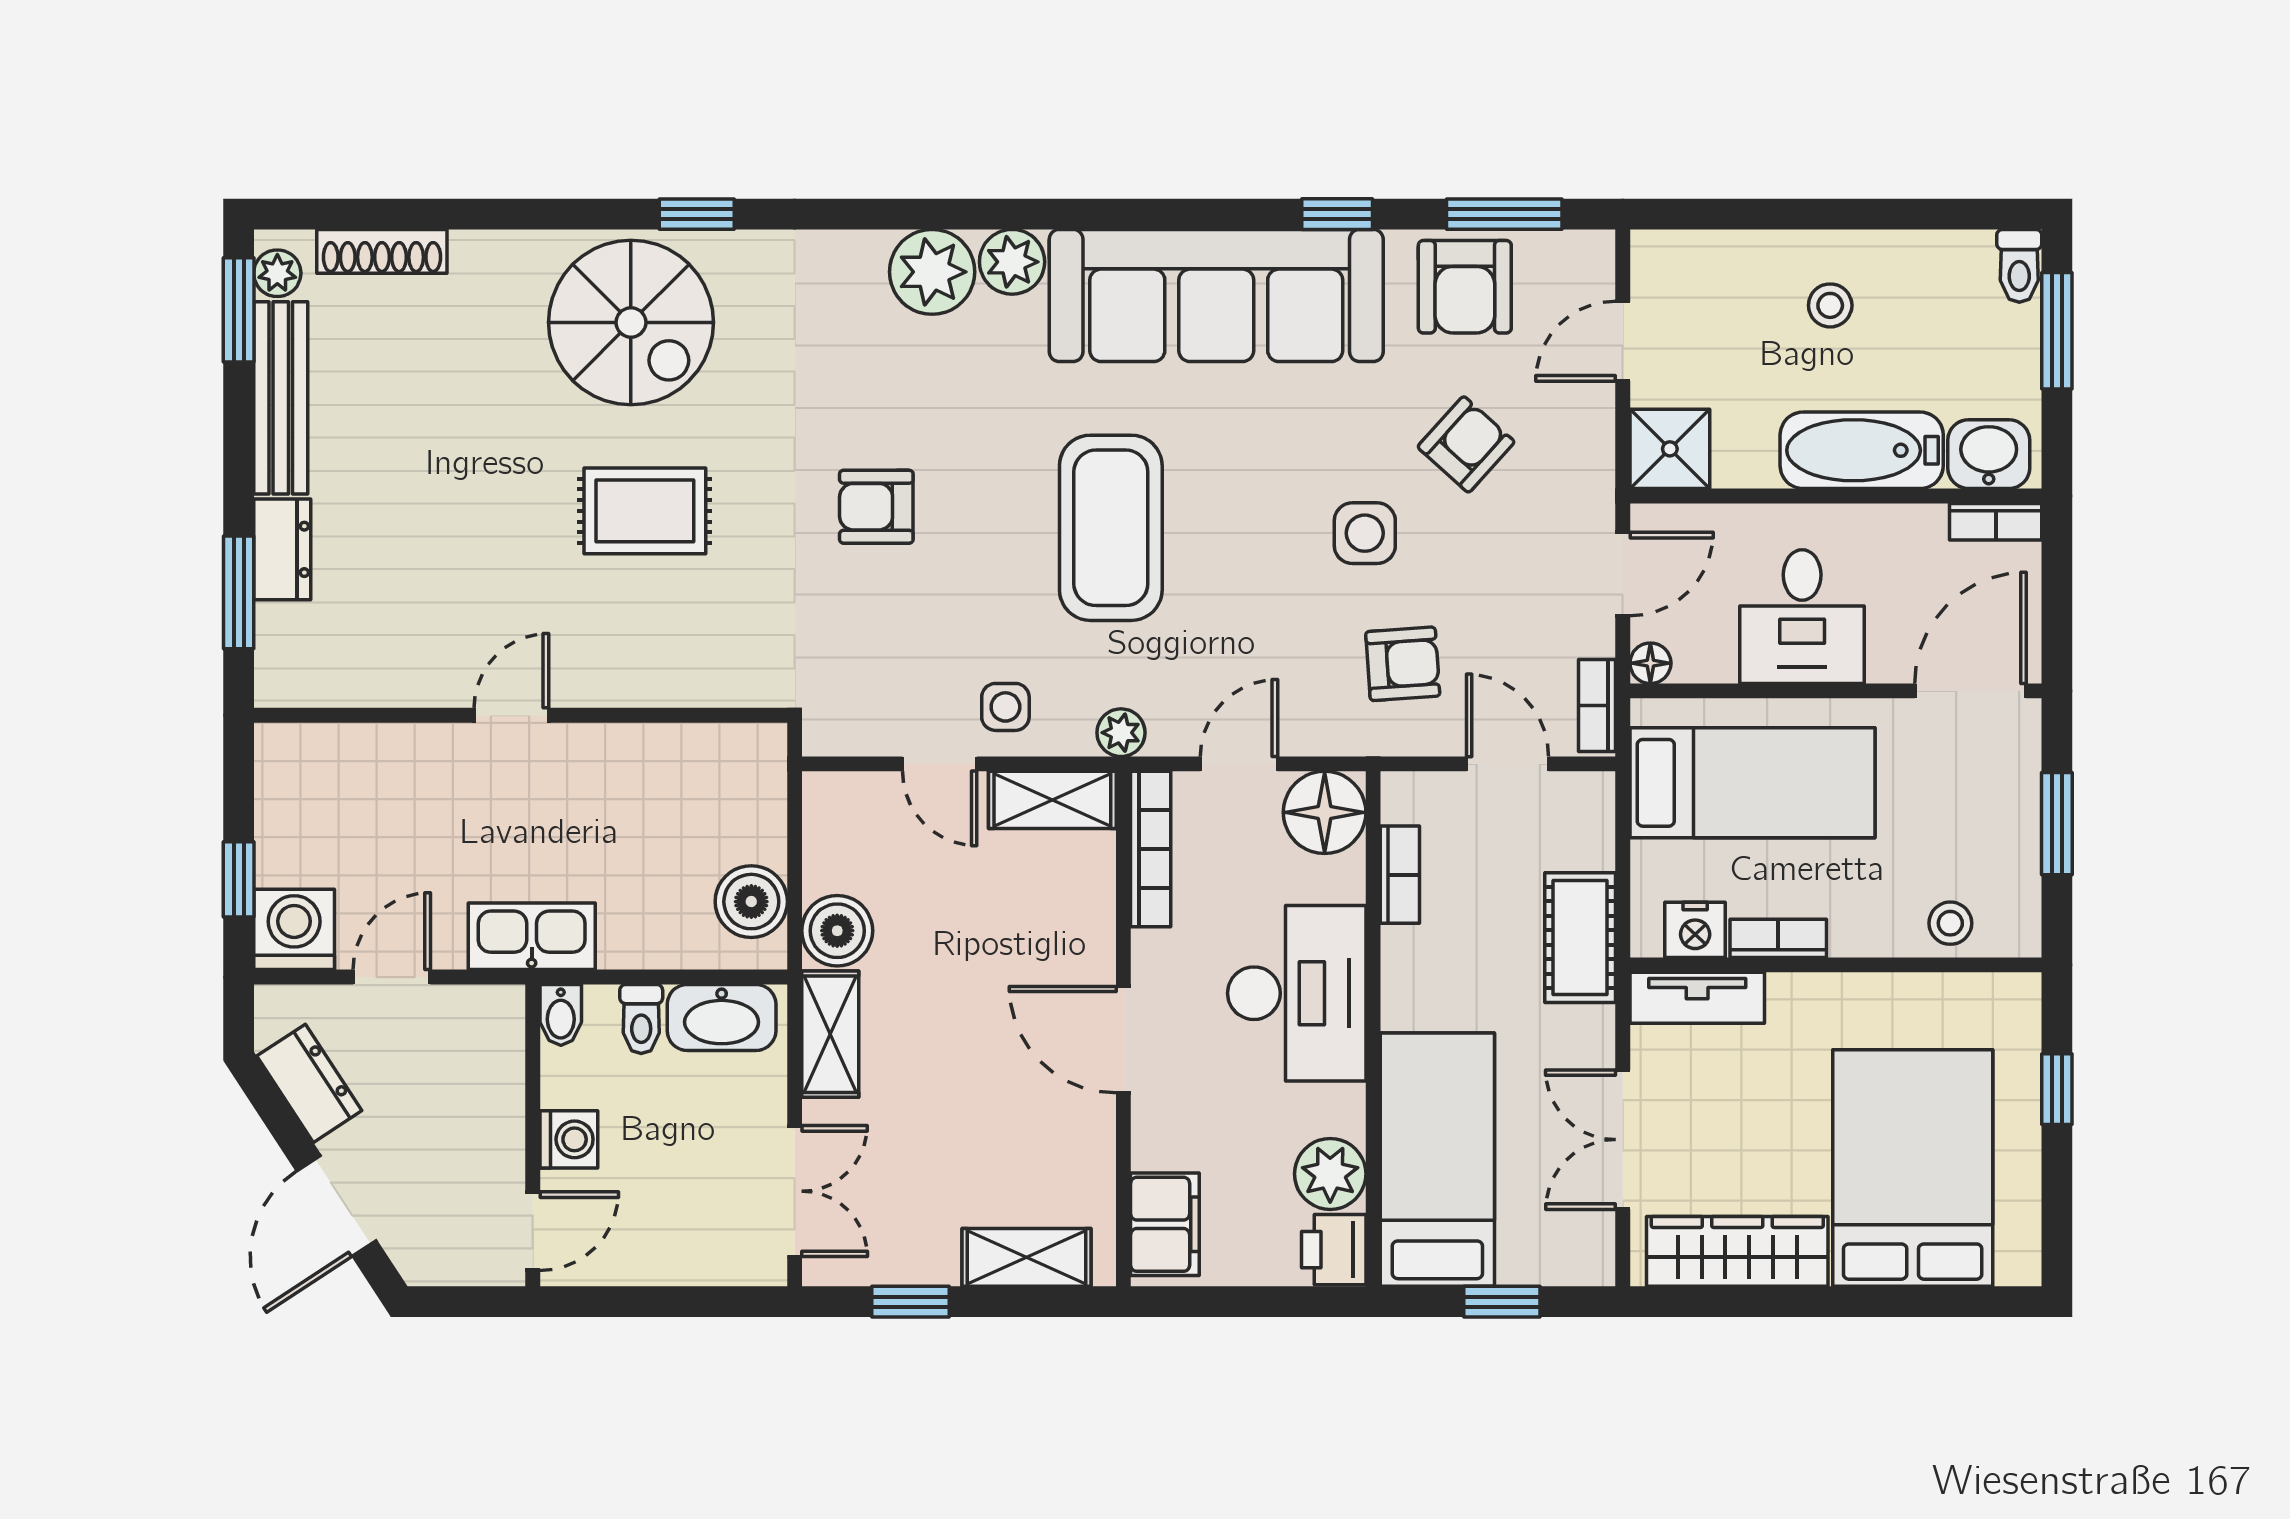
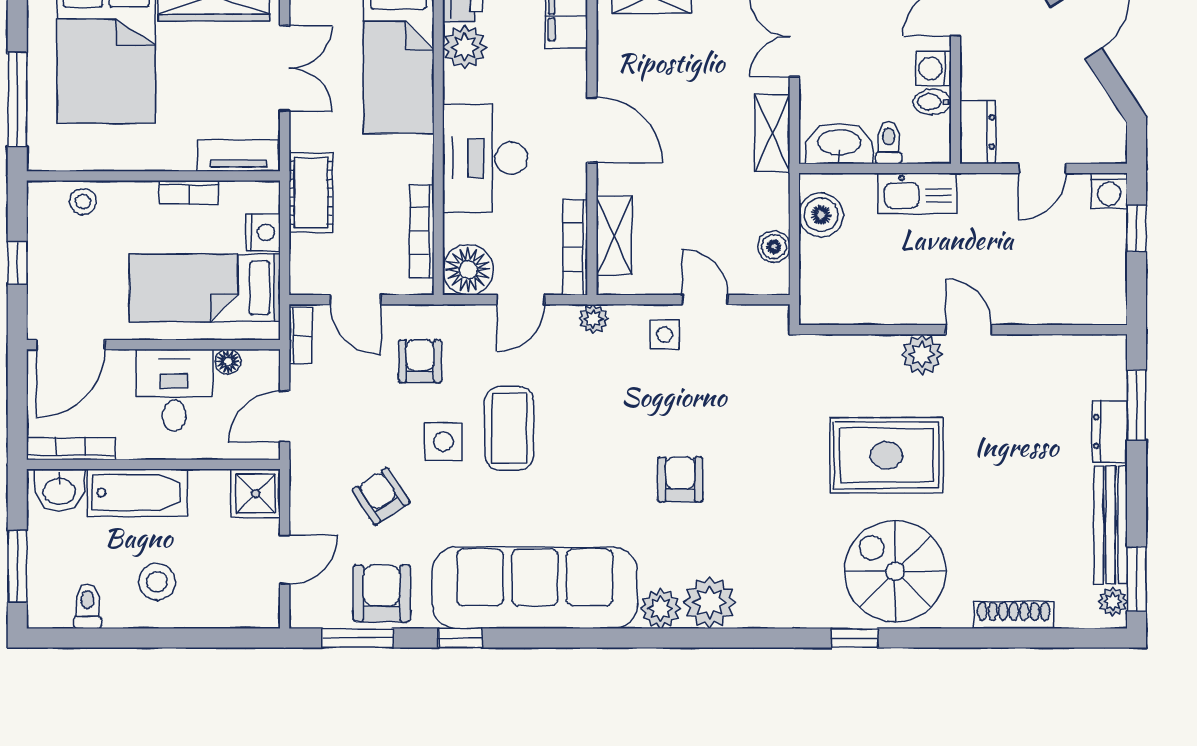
shoe rack: (382, 251) -> (1014, 615), moved
toilet: (2019, 266) -> (88, 606), moved
stool: (1830, 305) -> (157, 582), width x1.37, depth x1.37
armchair: (1466, 444) -> (381, 496), turned 105
armchair: (876, 507) -> (680, 479), moved, turned -90
rug: (645, 511) -> (886, 455), width x1.36, depth x1.43
bookcase: (1996, 522) -> (71, 449), width x1.56
coffee table: (1111, 528) -> (509, 428), moved, width x0.73, depth x0.76
floor lamp: (1650, 663) -> (228, 362), moved
armchair: (1403, 664) -> (420, 361), turned 94
plant: (587, 675) -> (922, 354), added
door: (511, 715) -> (969, 330), swing flipped
shelving: (1052, 800) -> (614, 236), moved, turned 90
window: (2057, 824) -> (17, 263), width x0.67
bookcase: (1400, 875) -> (422, 231), width x1.56
washing machine: (294, 929) -> (1109, 191), width x0.73, depth x0.73
nightstand: (1695, 930) -> (263, 232), moved, turned 90
boiler: (837, 931) -> (774, 247), moved, width x0.73, depth x0.73
kitchen sink: (532, 936) -> (917, 193), moved
bidet: (561, 1015) -> (932, 102), moved, turned -90
dresser: (309, 1083) -> (978, 132), moved, turned -147
window: (2057, 1089) -> (17, 99), width x2.17

